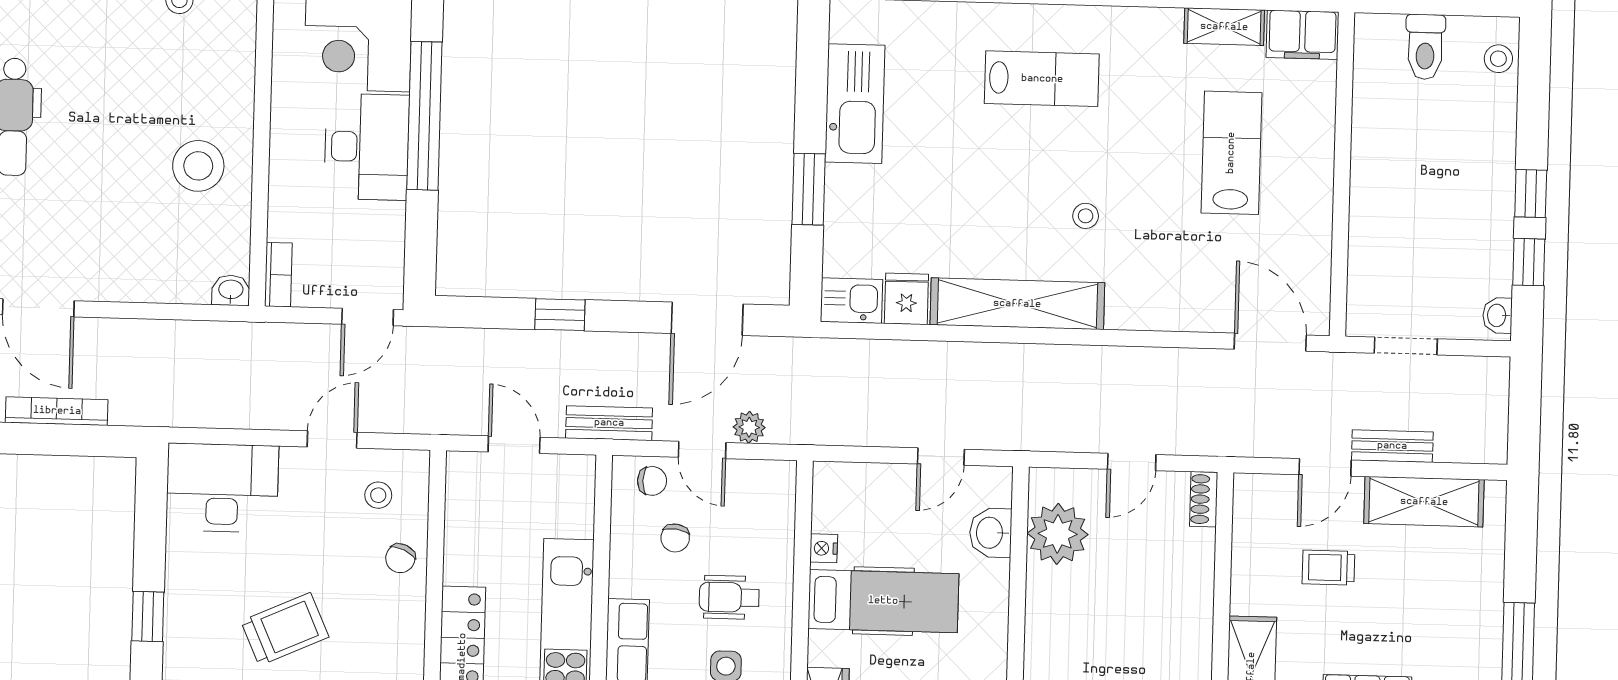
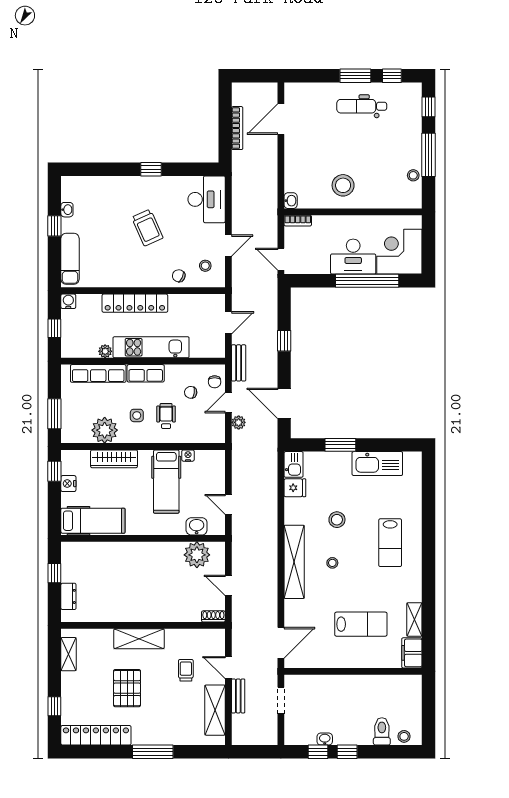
toilet: (1425, 47) -> (382, 731), moved, turned 90
stool: (984, 202) -> (337, 520), added
shelving: (1017, 304) -> (294, 562), moved
washbasin: (1497, 315) -> (325, 739), moved
door: (332, 440) -> (228, 245), hinge flipped

